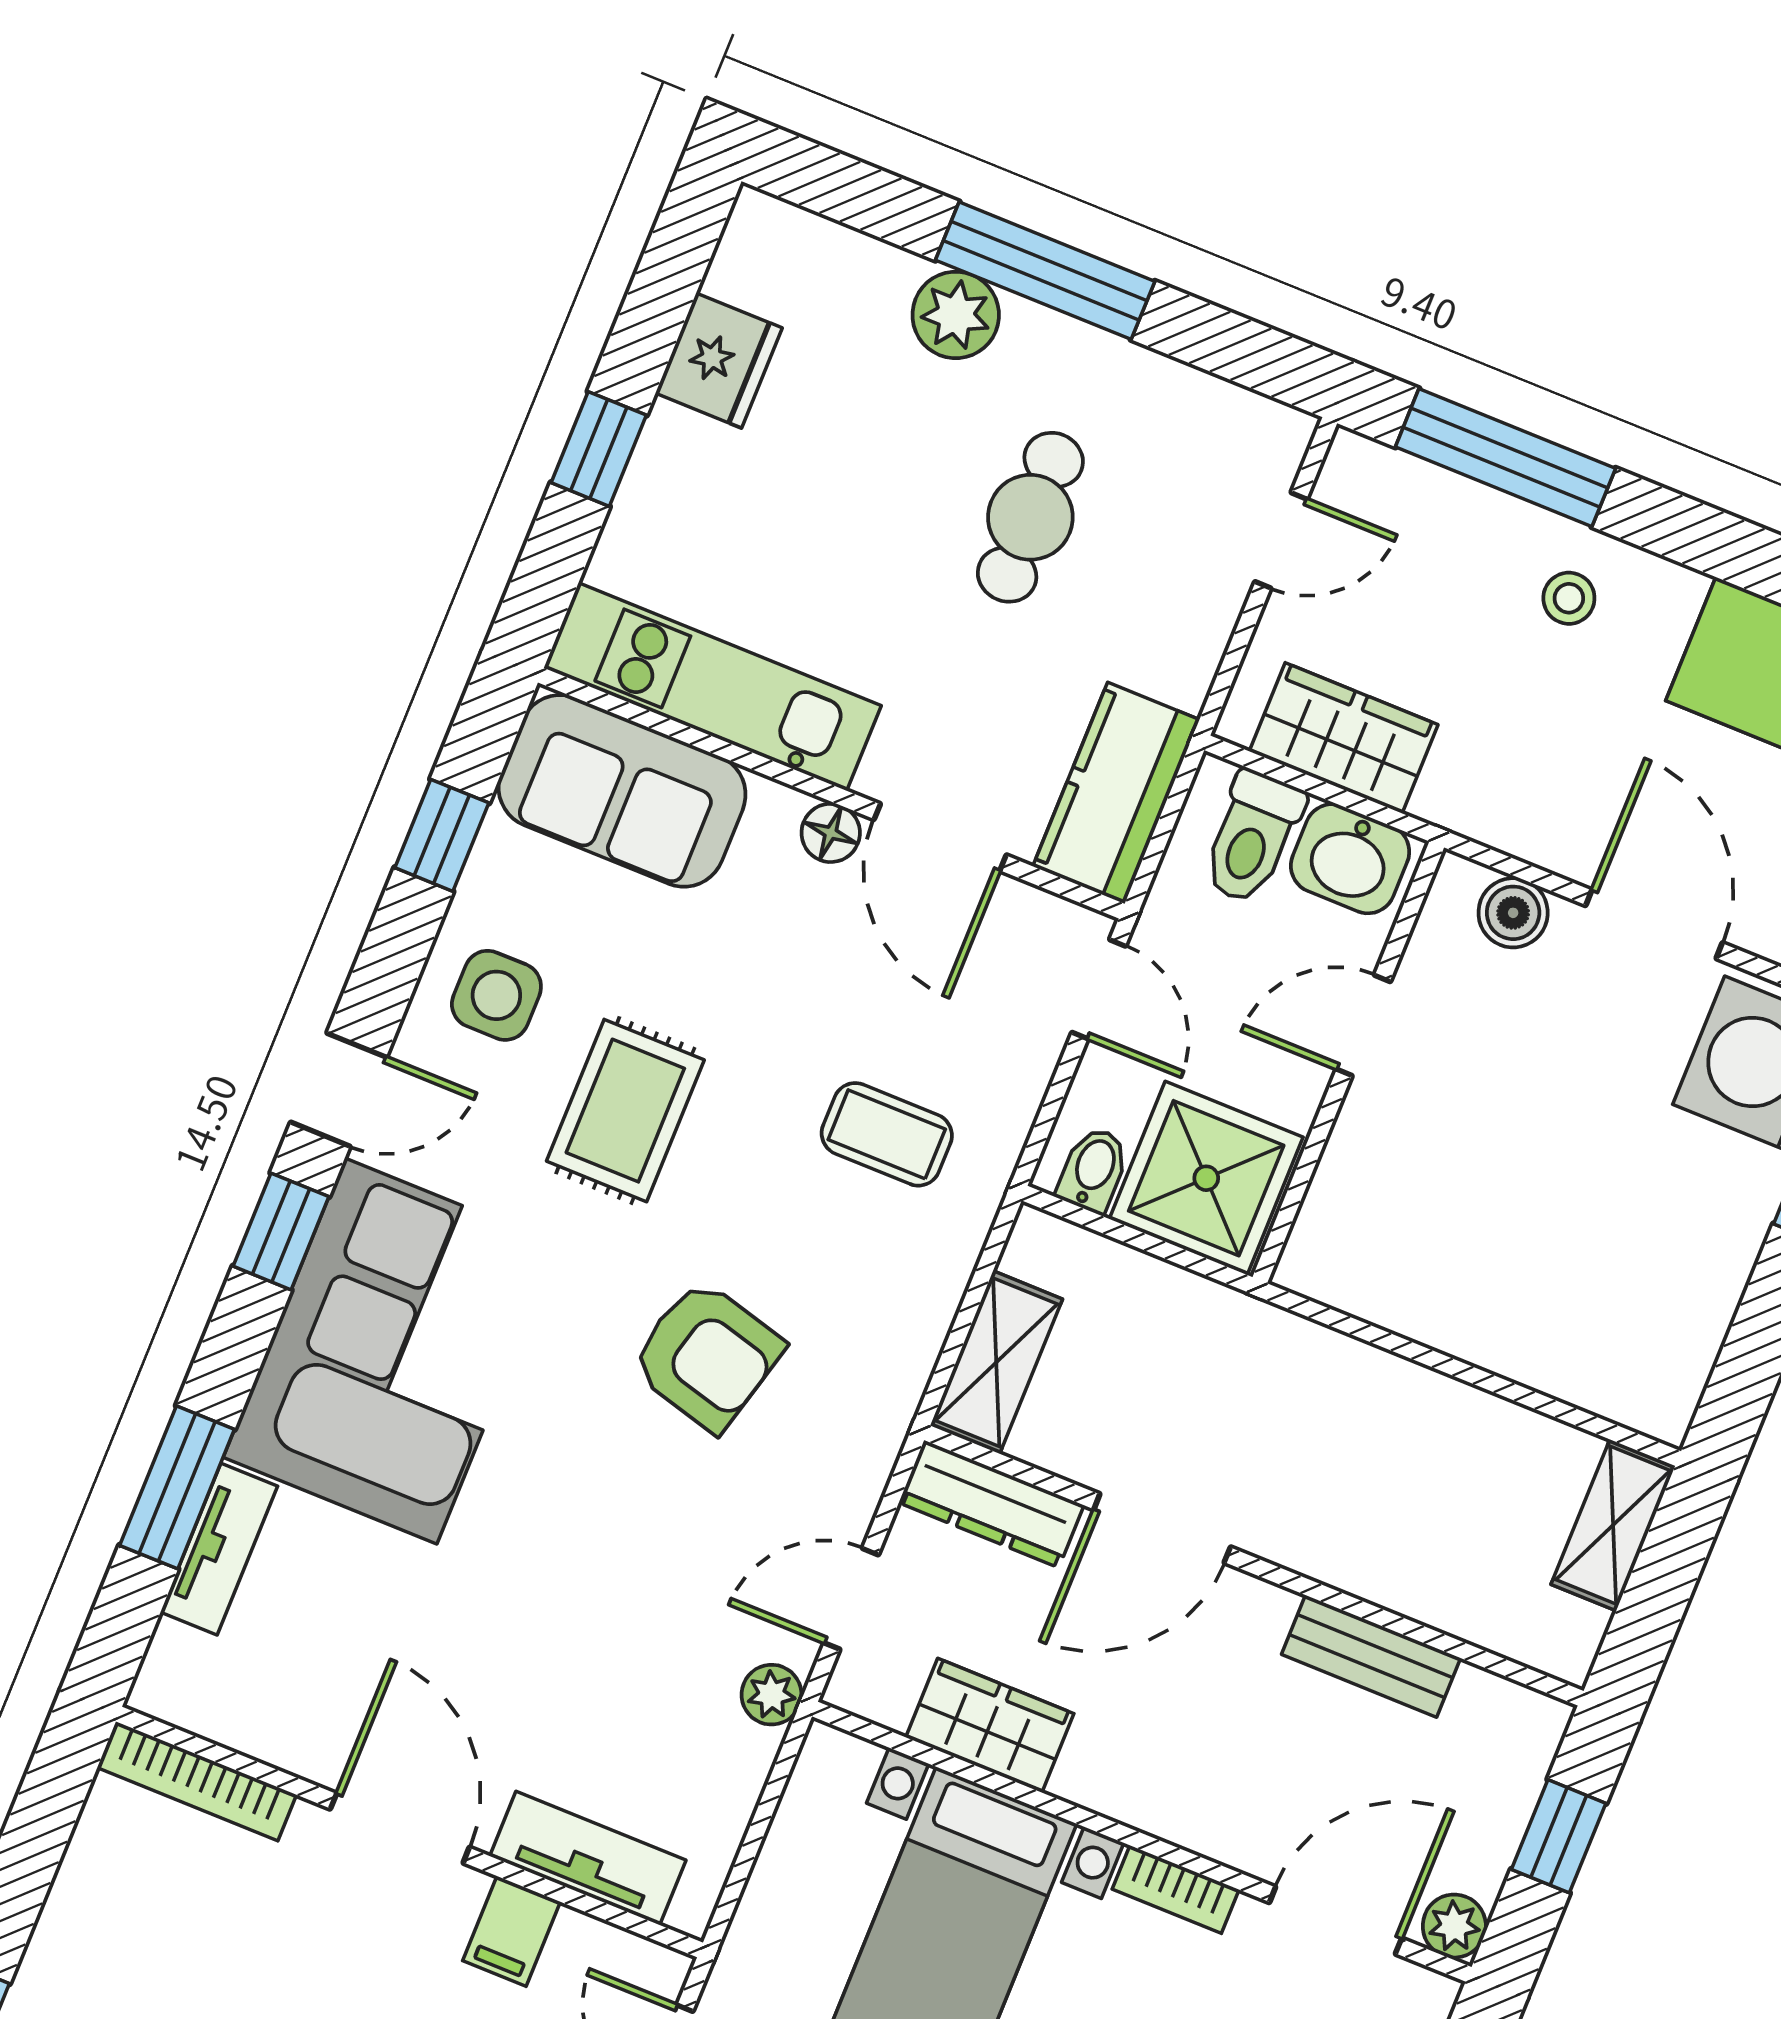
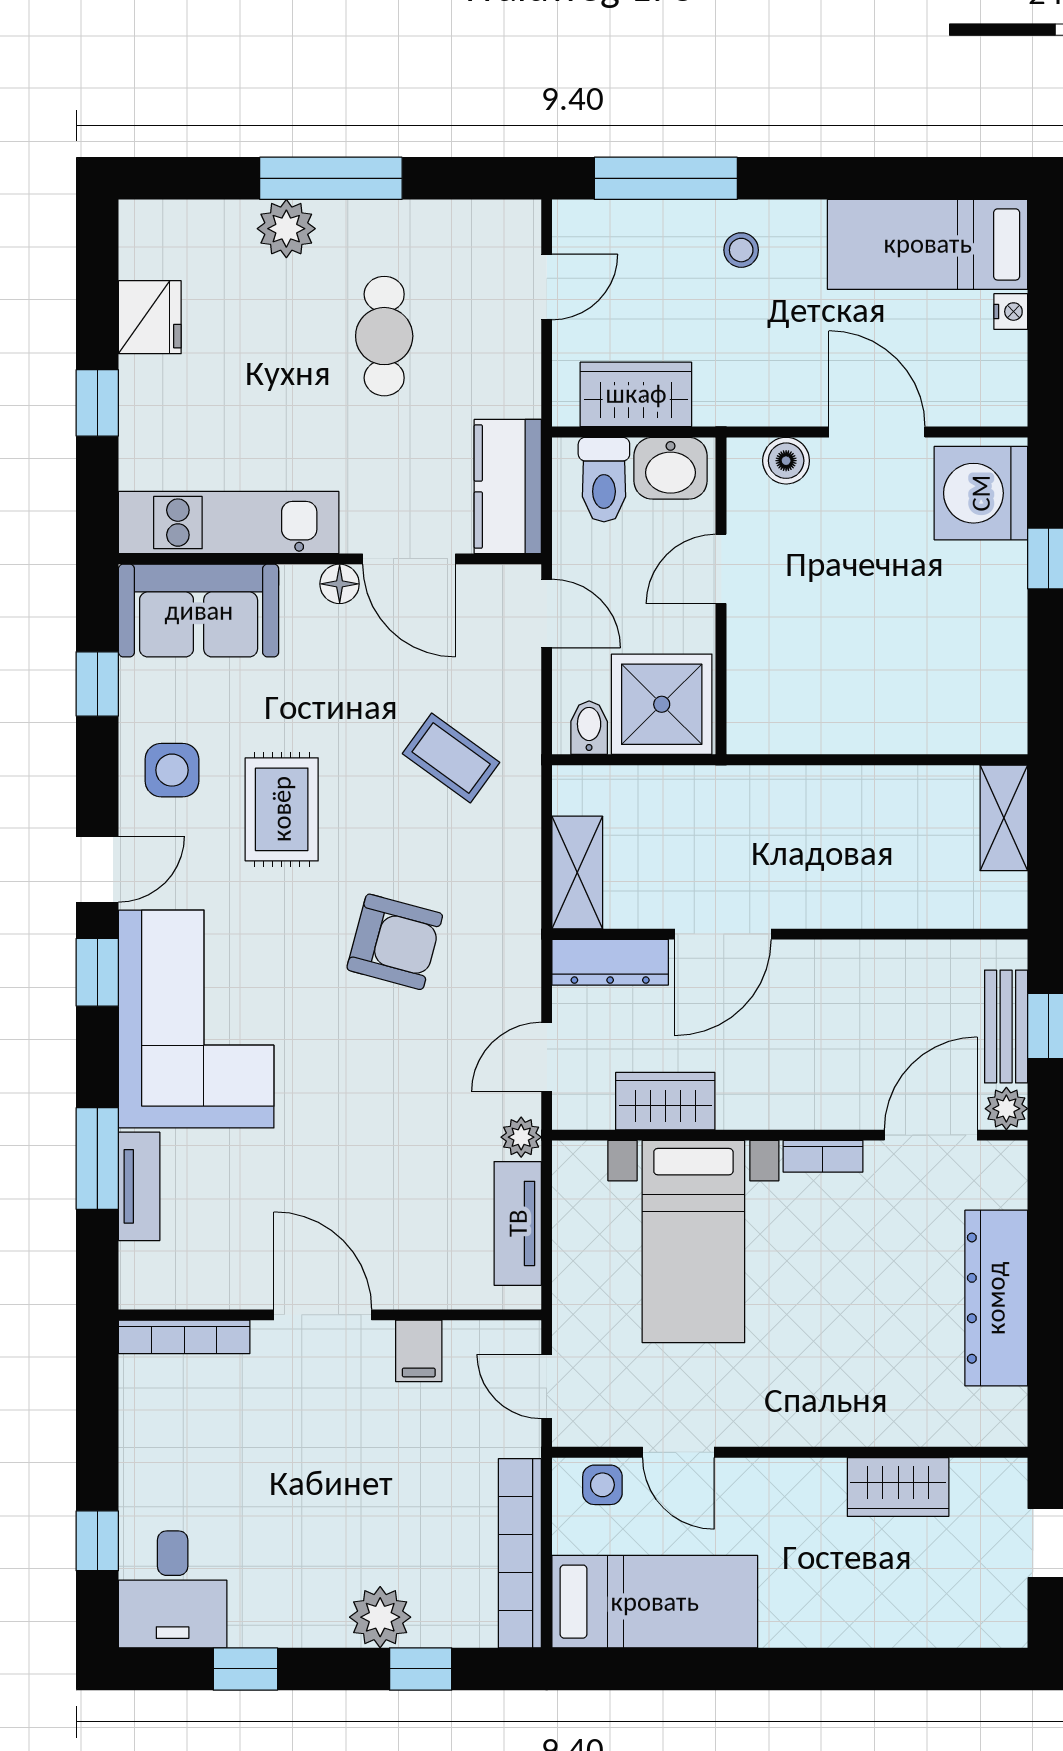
coffee table: (887, 1134) -> (451, 758), turned 36
bench: (1371, 1656) -> (1006, 1027), moved, turned 90
tv unit: (588, 1858) -> (518, 1223), moved, turned -90

